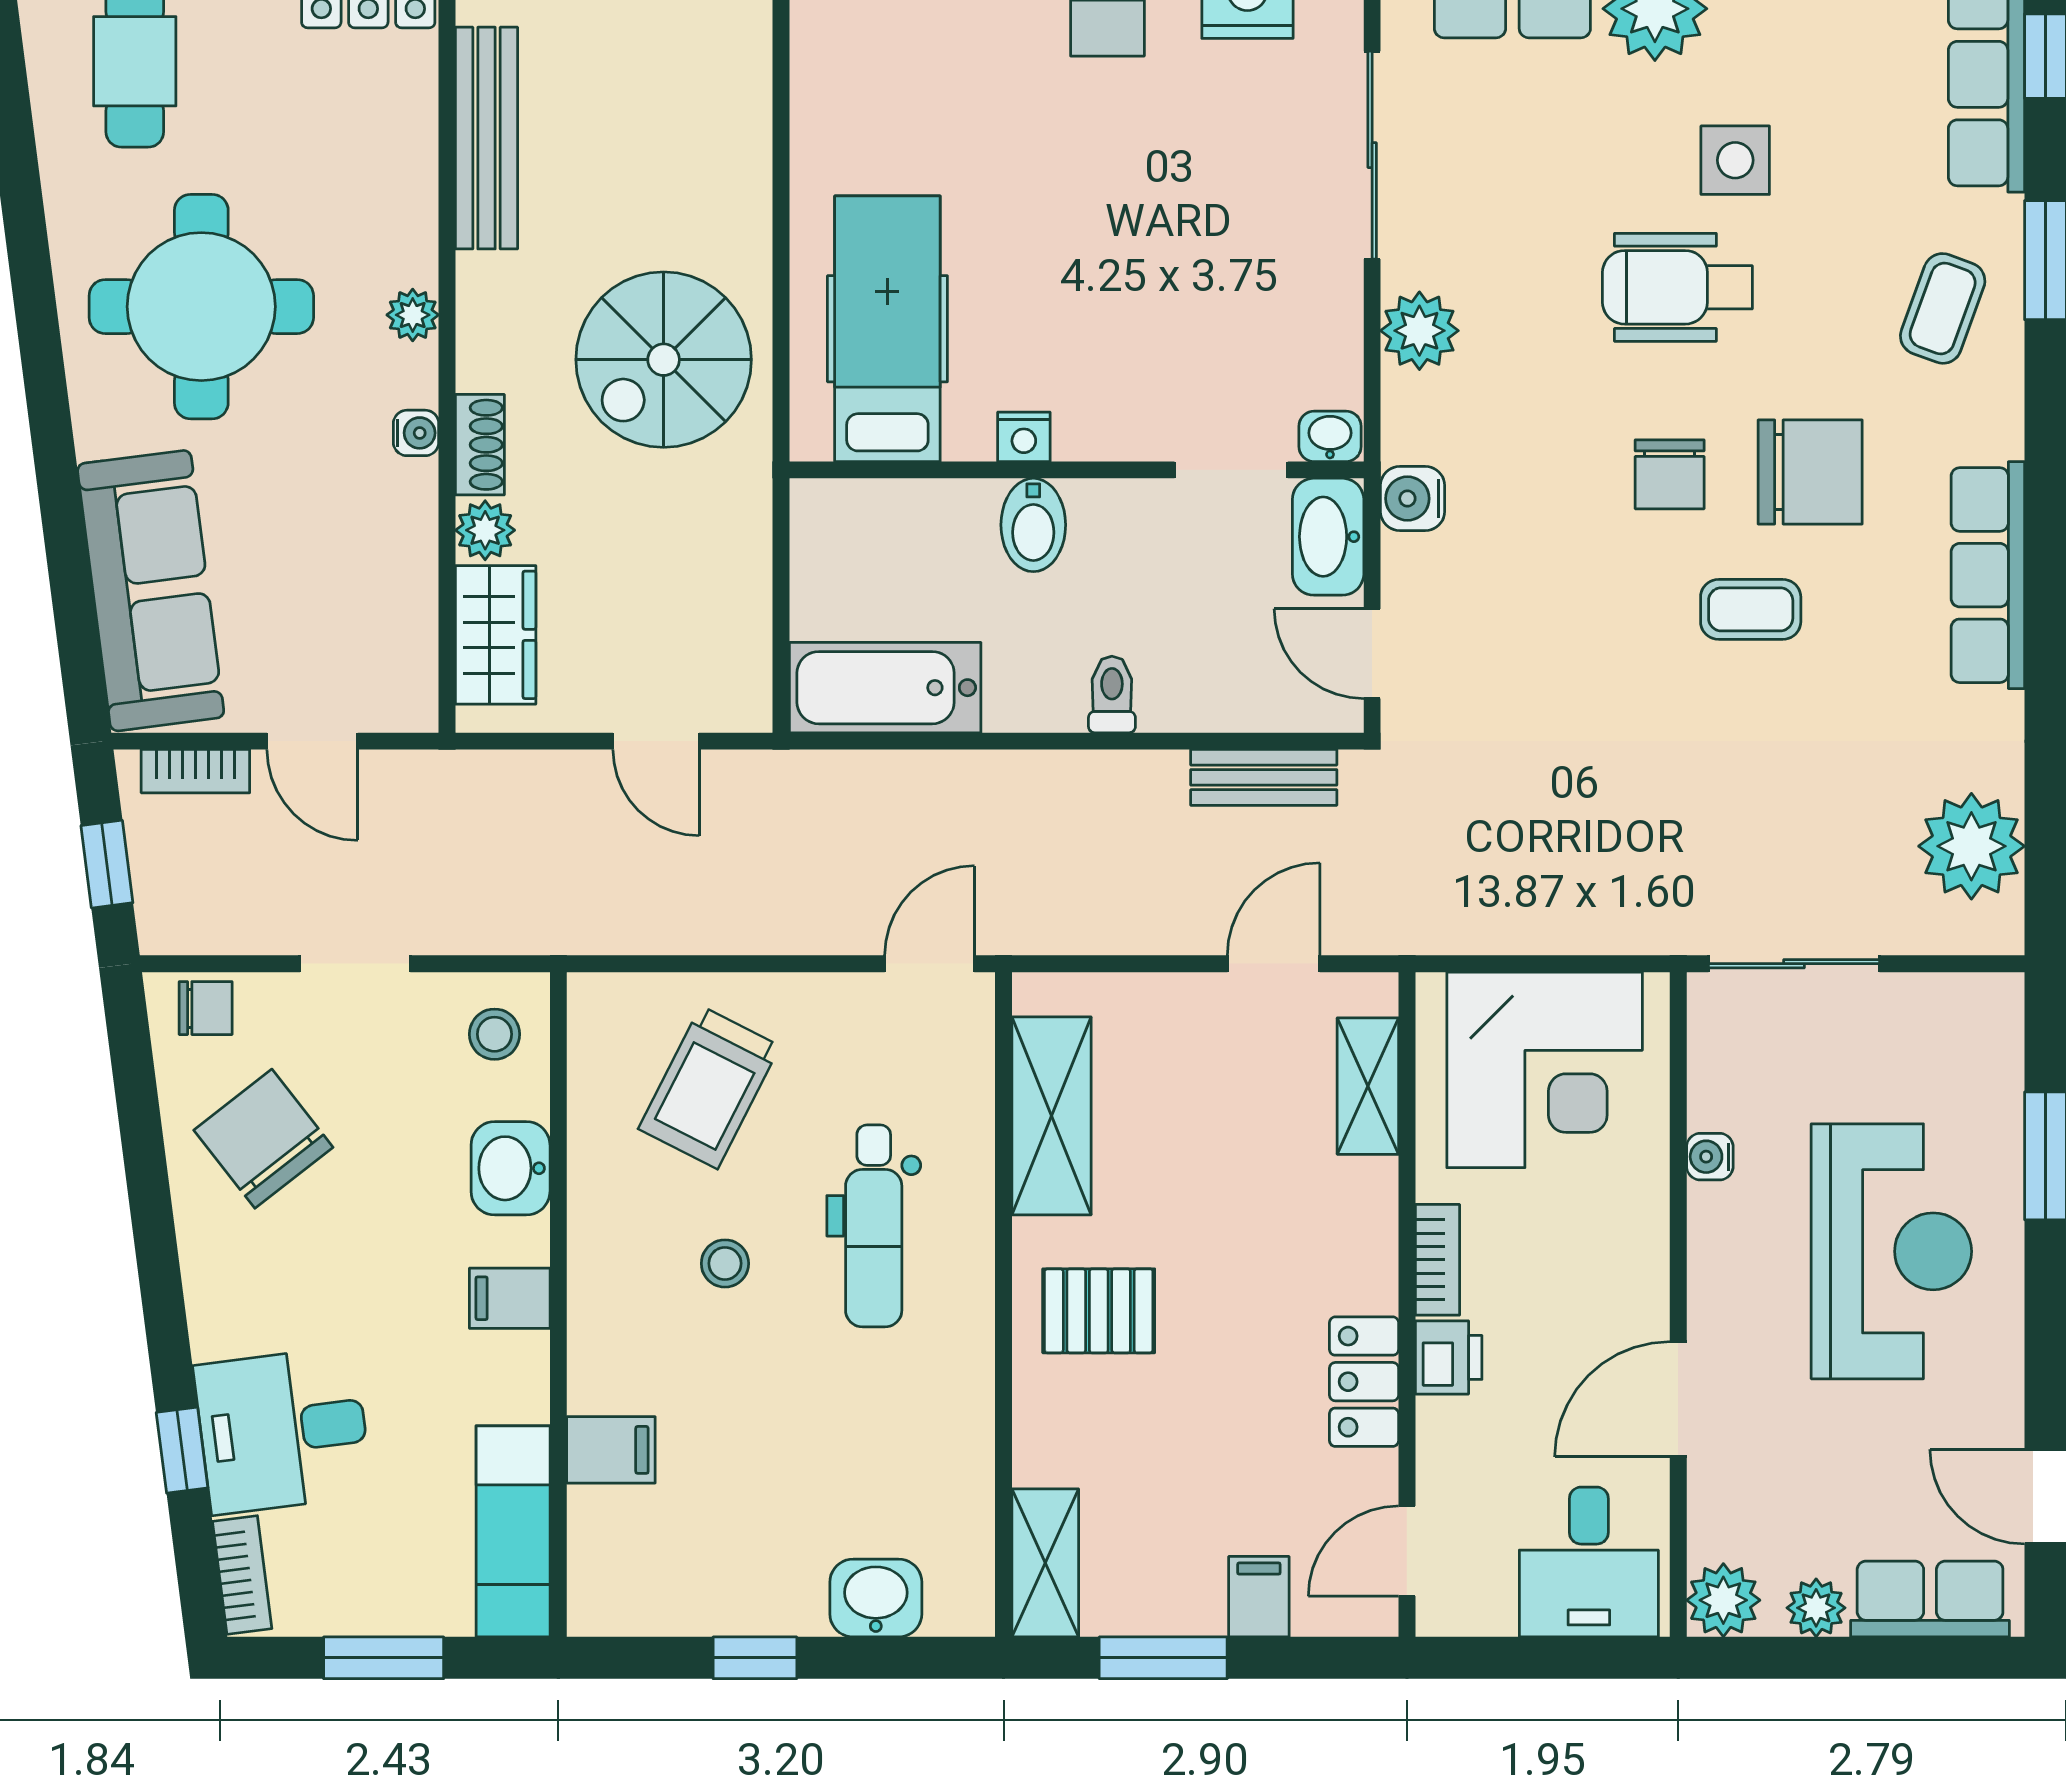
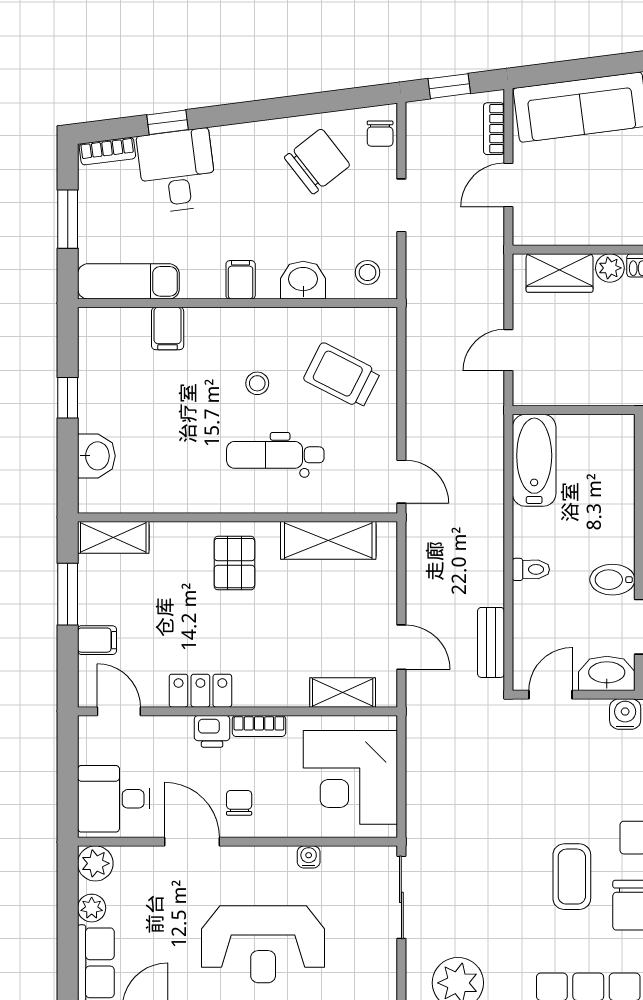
bidet: (1033, 525) -> (612, 580), moved
coffee table: (1751, 609) -> (572, 877), width x1.36, depth x1.30
chair: (1597, 1301) -> (239, 803), added

